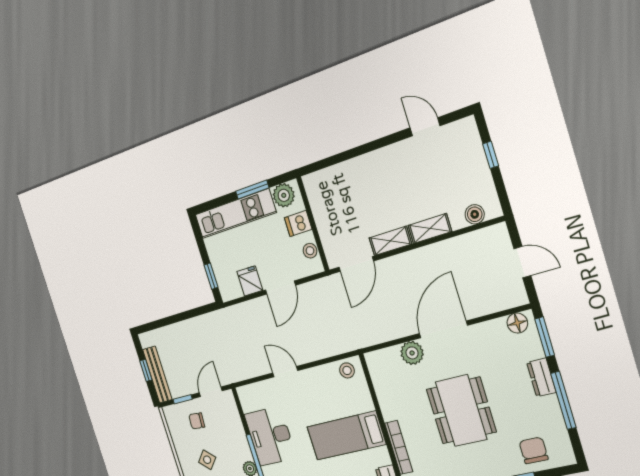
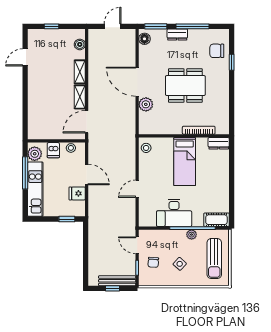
window: (252, 190) -> (25, 173), width x1.44
door: (356, 264) -> (87, 122), swing flipped

